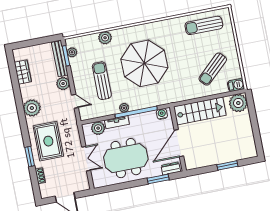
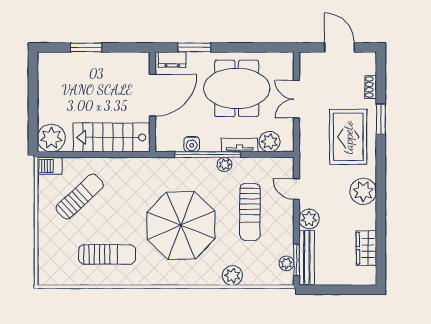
sun lounger: (204, 25) -> (107, 254), moved
water cooler: (162, 114) -> (192, 144), moved

